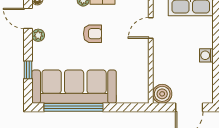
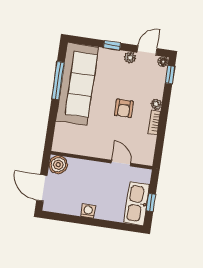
window: (28, 70) -> (112, 45), moved
window: (73, 107) -> (58, 80), width x0.68

